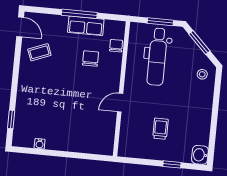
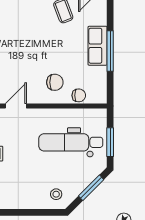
row of seats: (86, 26) -> (98, 46), moved
chair: (91, 59) -> (55, 82), moved
door: (120, 103) -> (16, 106), hinge flipped

